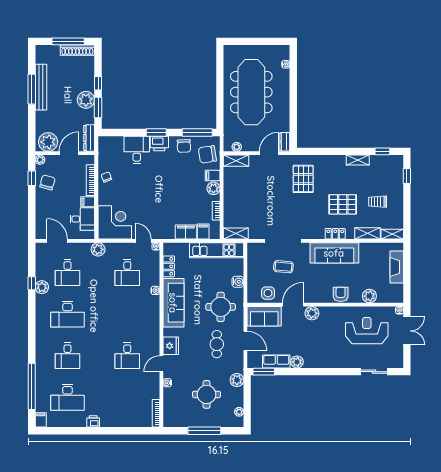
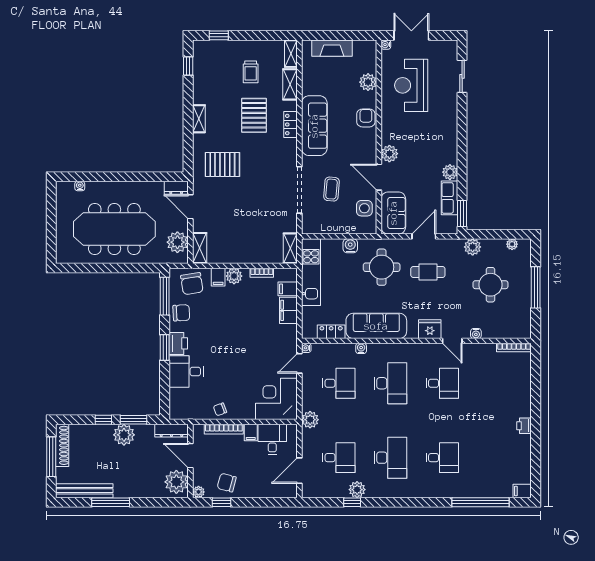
bench: (41, 87) -> (84, 491), moved
plant: (237, 147) -> (177, 242), width x1.88, depth x1.88
shelving: (358, 160) -> (199, 119), moved
armchair: (341, 294) -> (366, 118), turned 90
desk: (68, 397) -> (391, 383), moved

